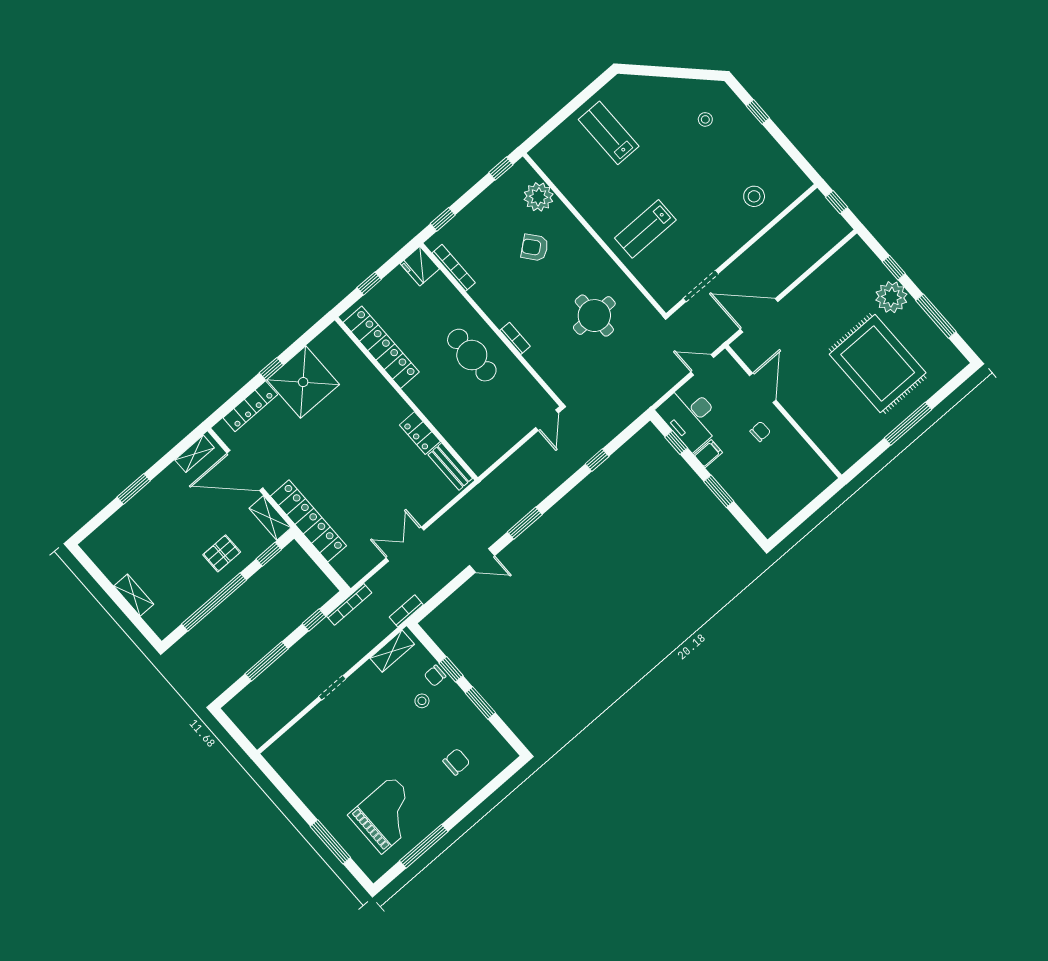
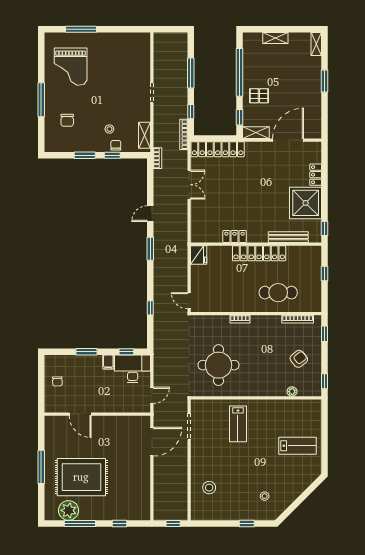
plant: (539, 197) -> (292, 392), width x0.53, depth x0.53
lab bench: (645, 229) -> (238, 424), turned 180
armchair: (535, 248) -> (299, 359), moved
fridge: (420, 266) -> (199, 255), moved, turned 90
plant: (891, 297) -> (69, 510), moved
round table: (594, 316) -> (218, 365), width x1.36, depth x1.36
locker: (381, 347) -> (259, 253), moved
cafe table: (472, 355) -> (278, 293), moved
window: (271, 369) -> (325, 228), moved
door: (763, 388) -> (80, 414), moved
locker: (250, 406) -> (316, 175), width x0.66
chair: (760, 431) -> (57, 381), moved
shelving: (194, 454) -> (316, 44), moved
bench: (450, 466) -> (288, 237), moved, width x1.36
locker: (308, 521) -> (218, 149), moved
pallet: (222, 553) -> (259, 96), turned 90
window: (424, 846) -> (41, 100), moved

